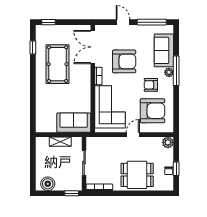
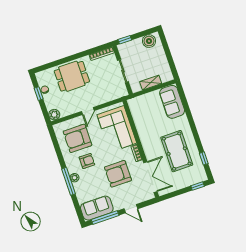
sofa: (164, 50) -> (97, 208), moved, turned -90
sofa: (74, 123) -> (172, 102), moved, turned 90

